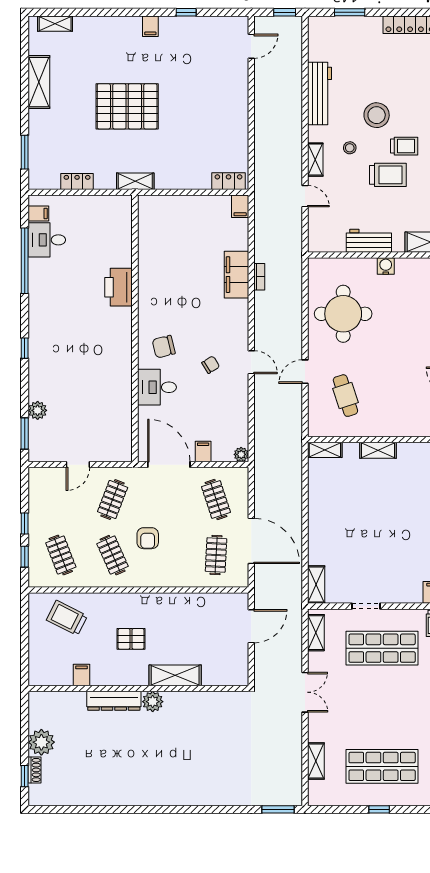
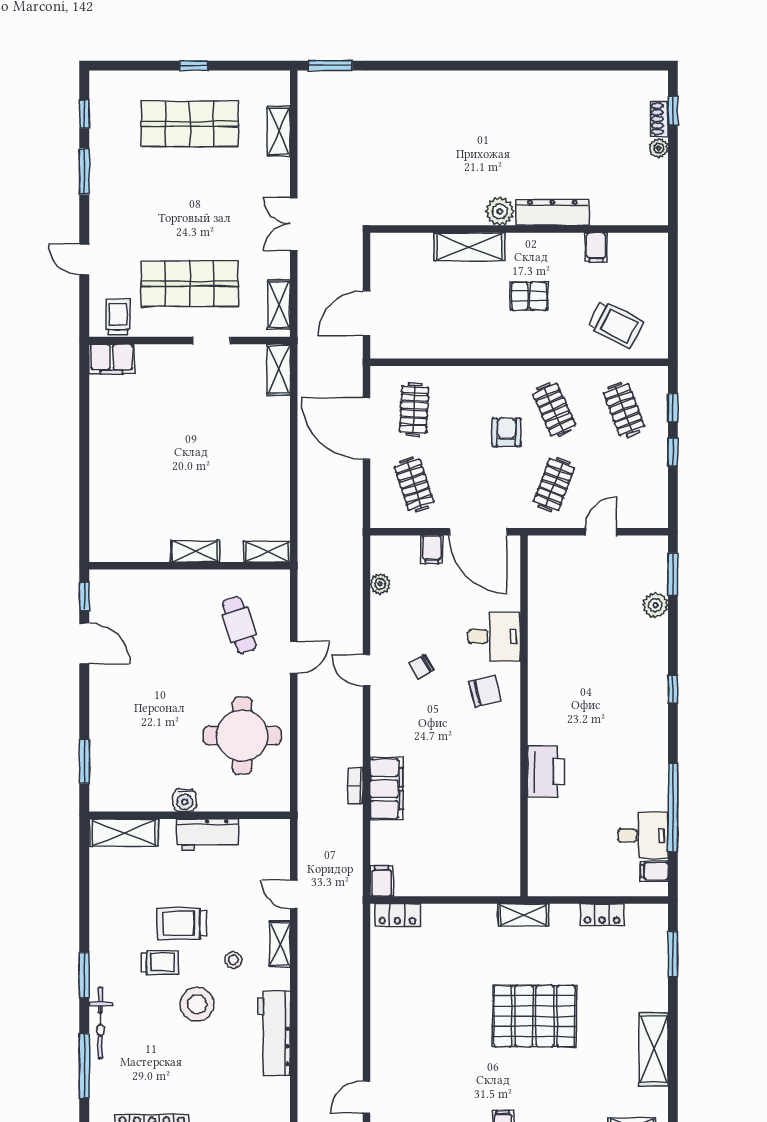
trolley: (404, 146) -> (160, 962), turned 180
plant: (241, 454) -> (380, 584), moved
plant: (41, 742) -> (659, 148), width x0.53, depth x0.53

